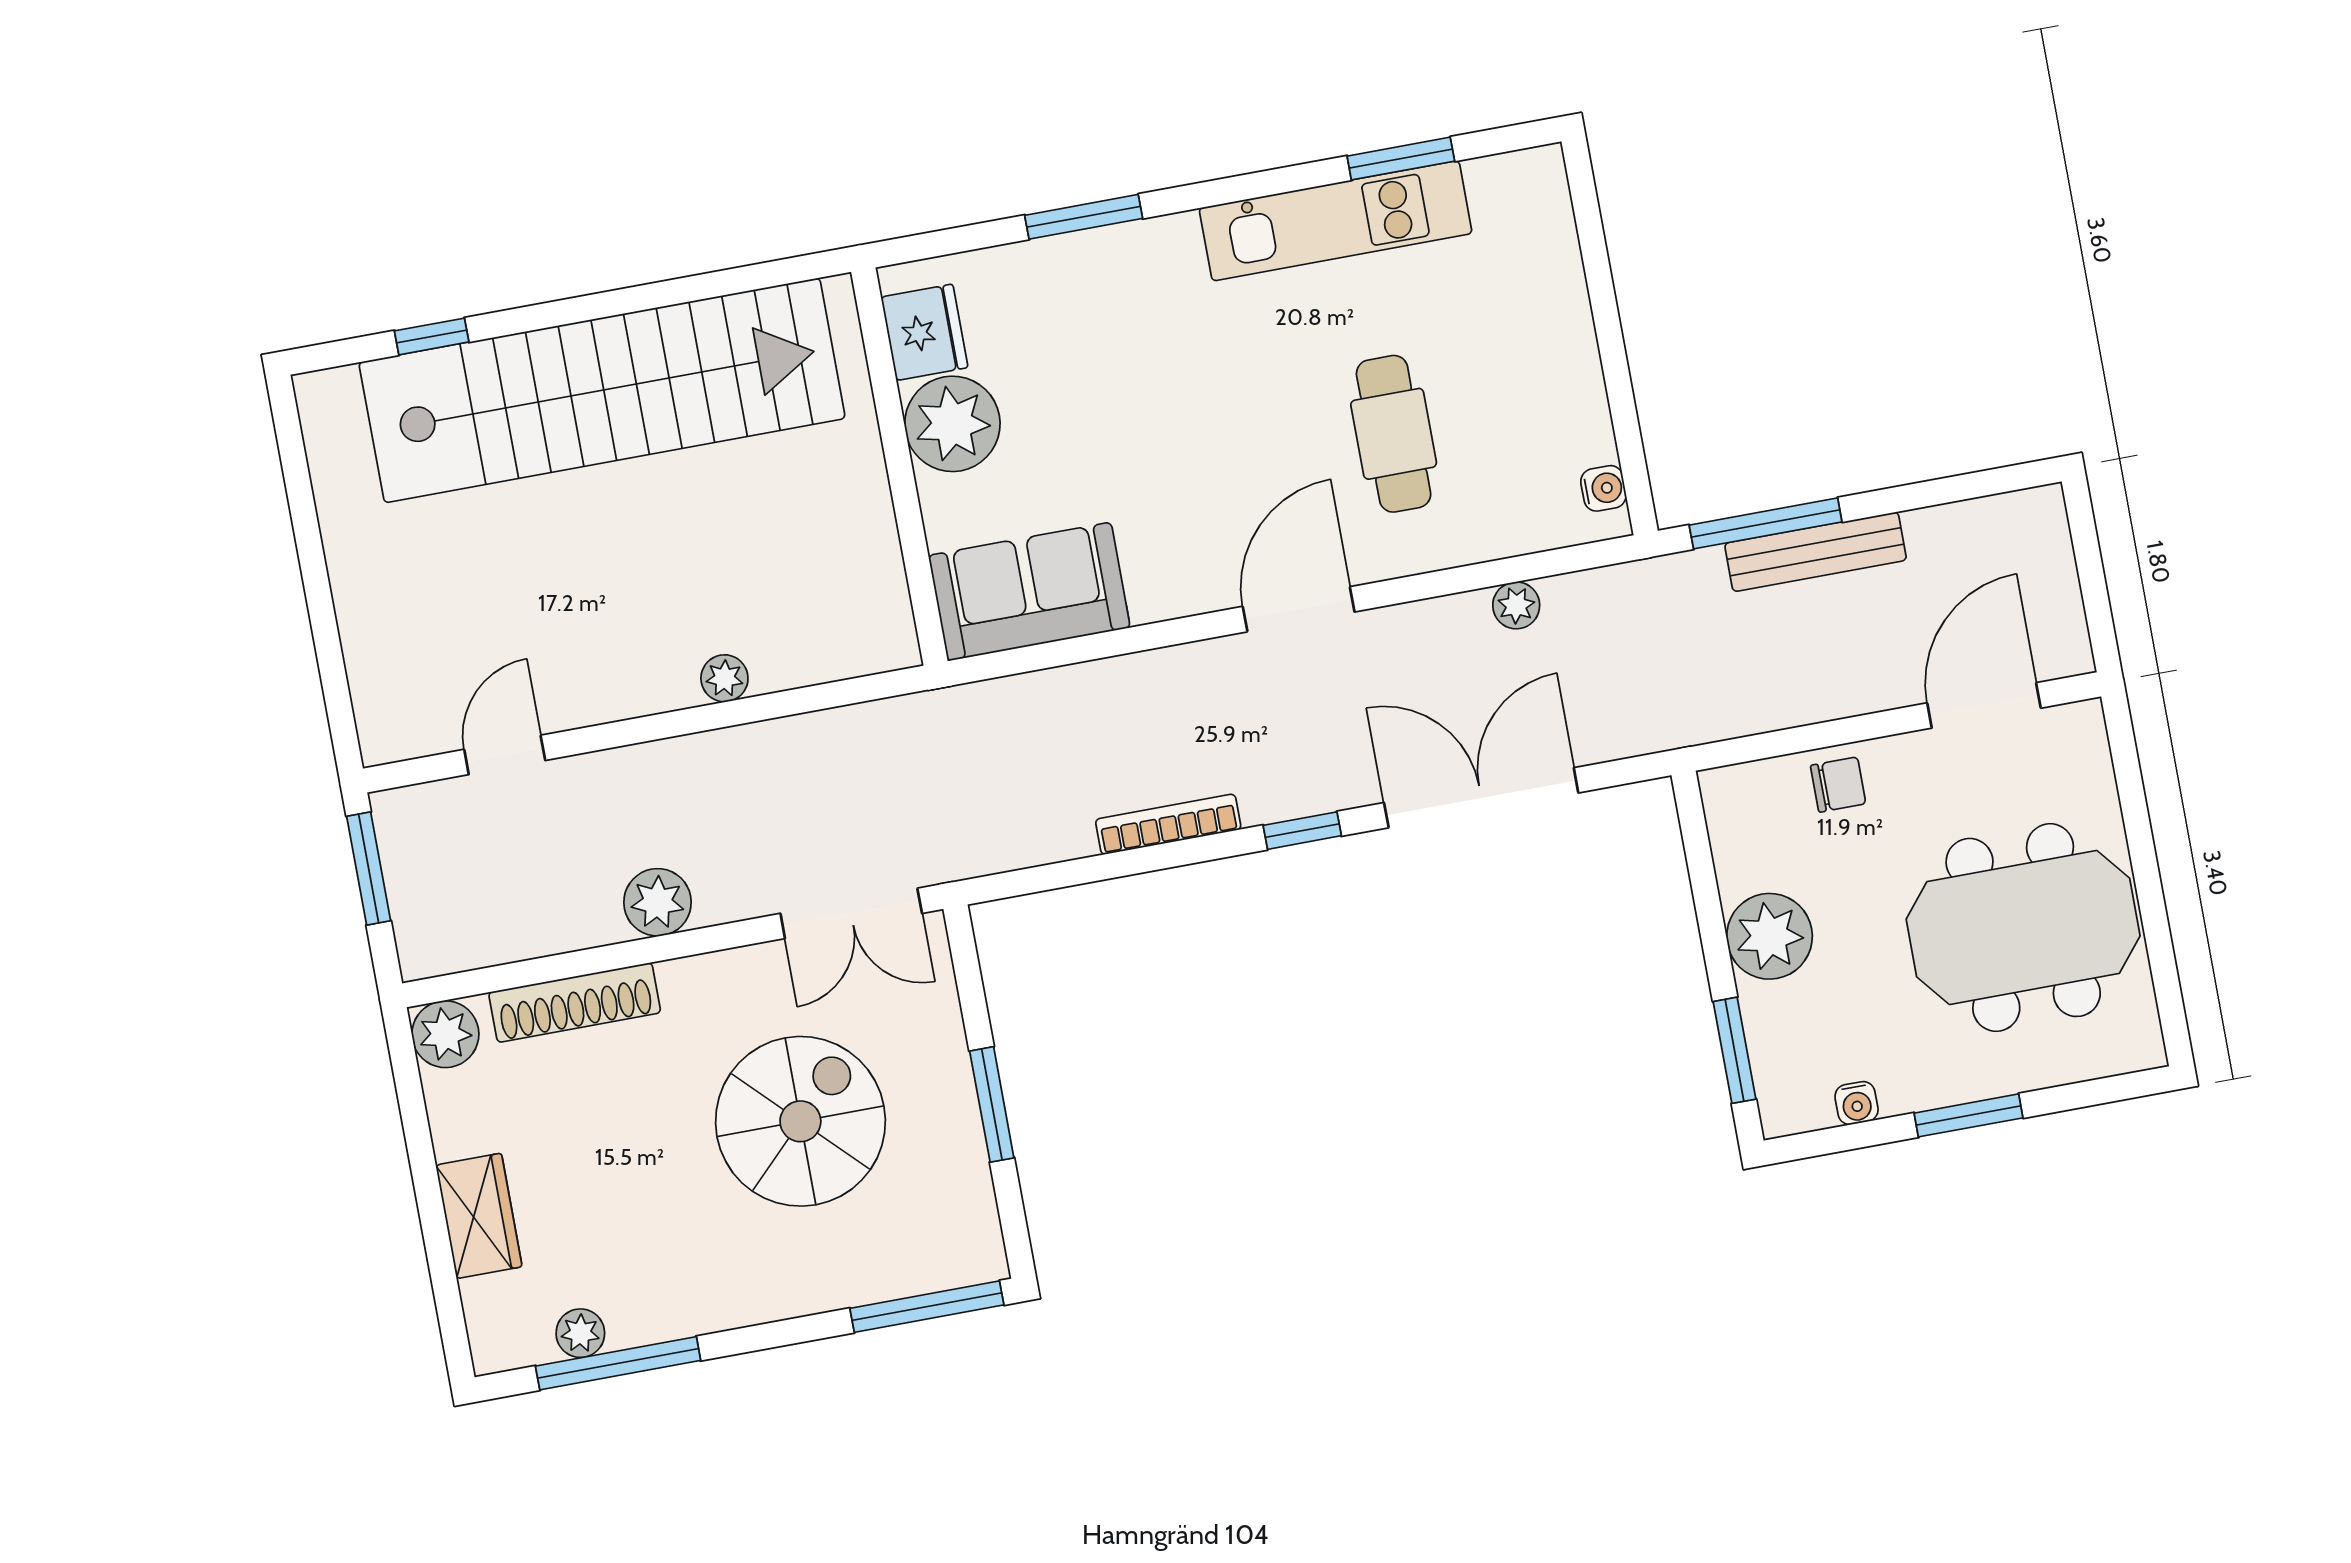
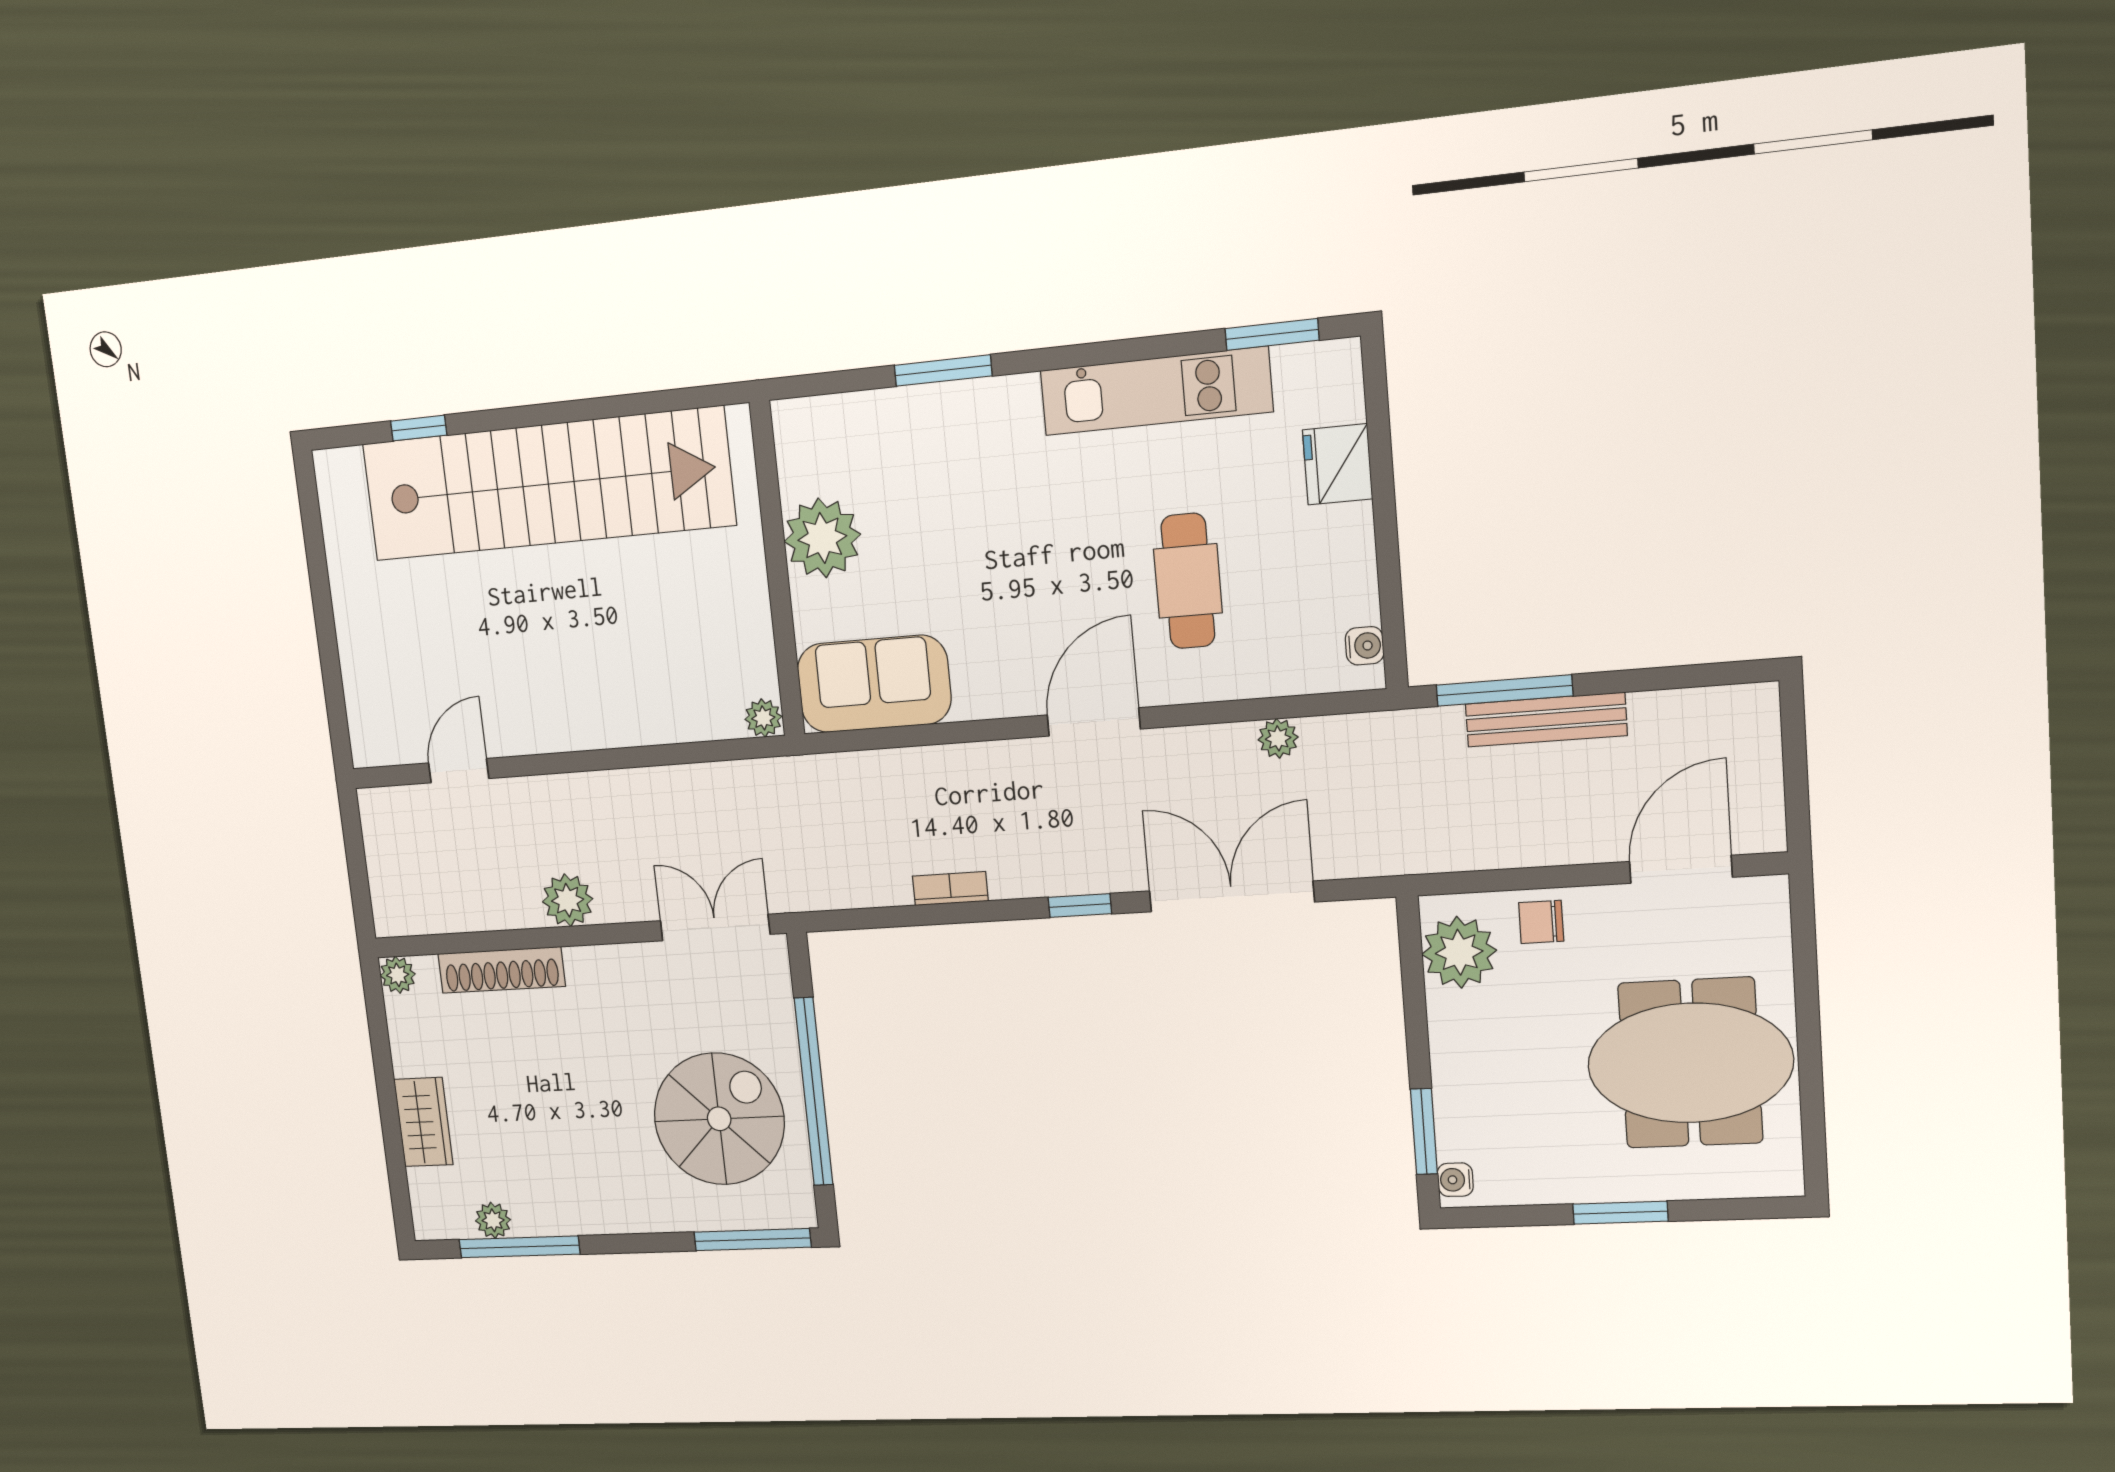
window: (1401, 159) -> (1272, 334), moved
fridge: (924, 332) -> (1338, 464), moved, turned 180
plant: (724, 678) -> (763, 718), moved
chair: (1838, 785) -> (1541, 922), turned 180
bookcase: (1168, 824) -> (950, 889), width x0.64
window: (369, 868) -> (354, 847), removed
double door: (851, 913) -> (715, 928), swing flipped
plant: (1769, 936) -> (1459, 952), moved
plant: (445, 1034) -> (398, 975), width x0.73, depth x0.73
water cooler: (1857, 1103) -> (1455, 1180), moved, turned 90
window: (992, 1104) -> (814, 1092), width x2.11
spiral stairs: (800, 1121) -> (719, 1119), moved

